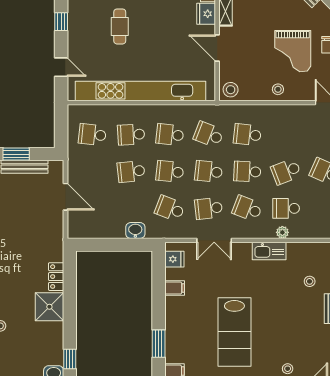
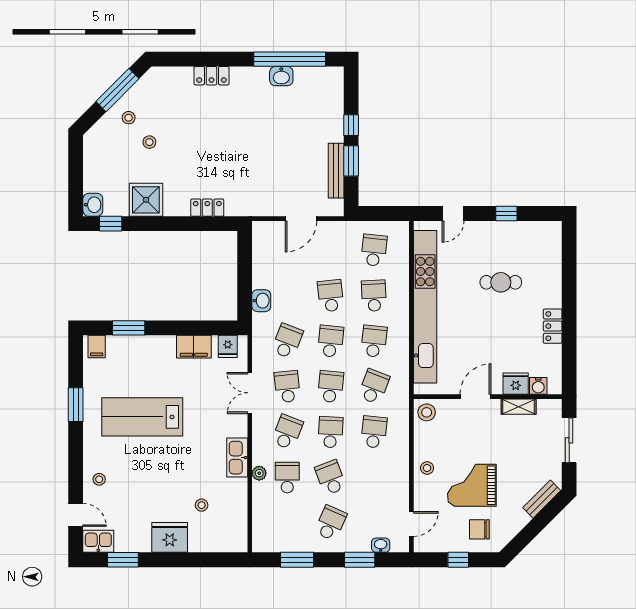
filing cabinet: (175, 288) -> (194, 347), width x2.00
shower: (49, 307) -> (146, 200), moved

